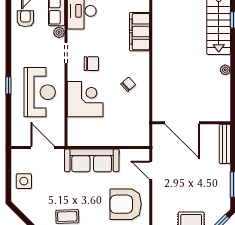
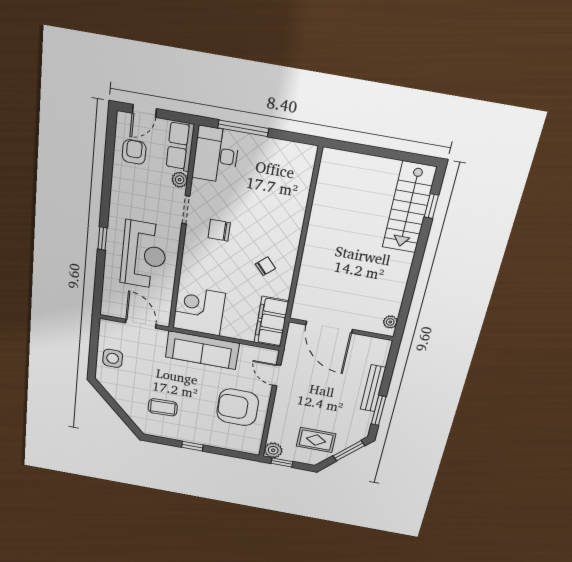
filing cabinet: (140, 32) -> (271, 322), moved
chair: (91, 64) -> (219, 230), turned 180
plant: (225, 70) -> (390, 322), moved
corner desk: (85, 99) -> (199, 311), moved, turned -90
bench: (225, 144) -> (373, 388), moved

